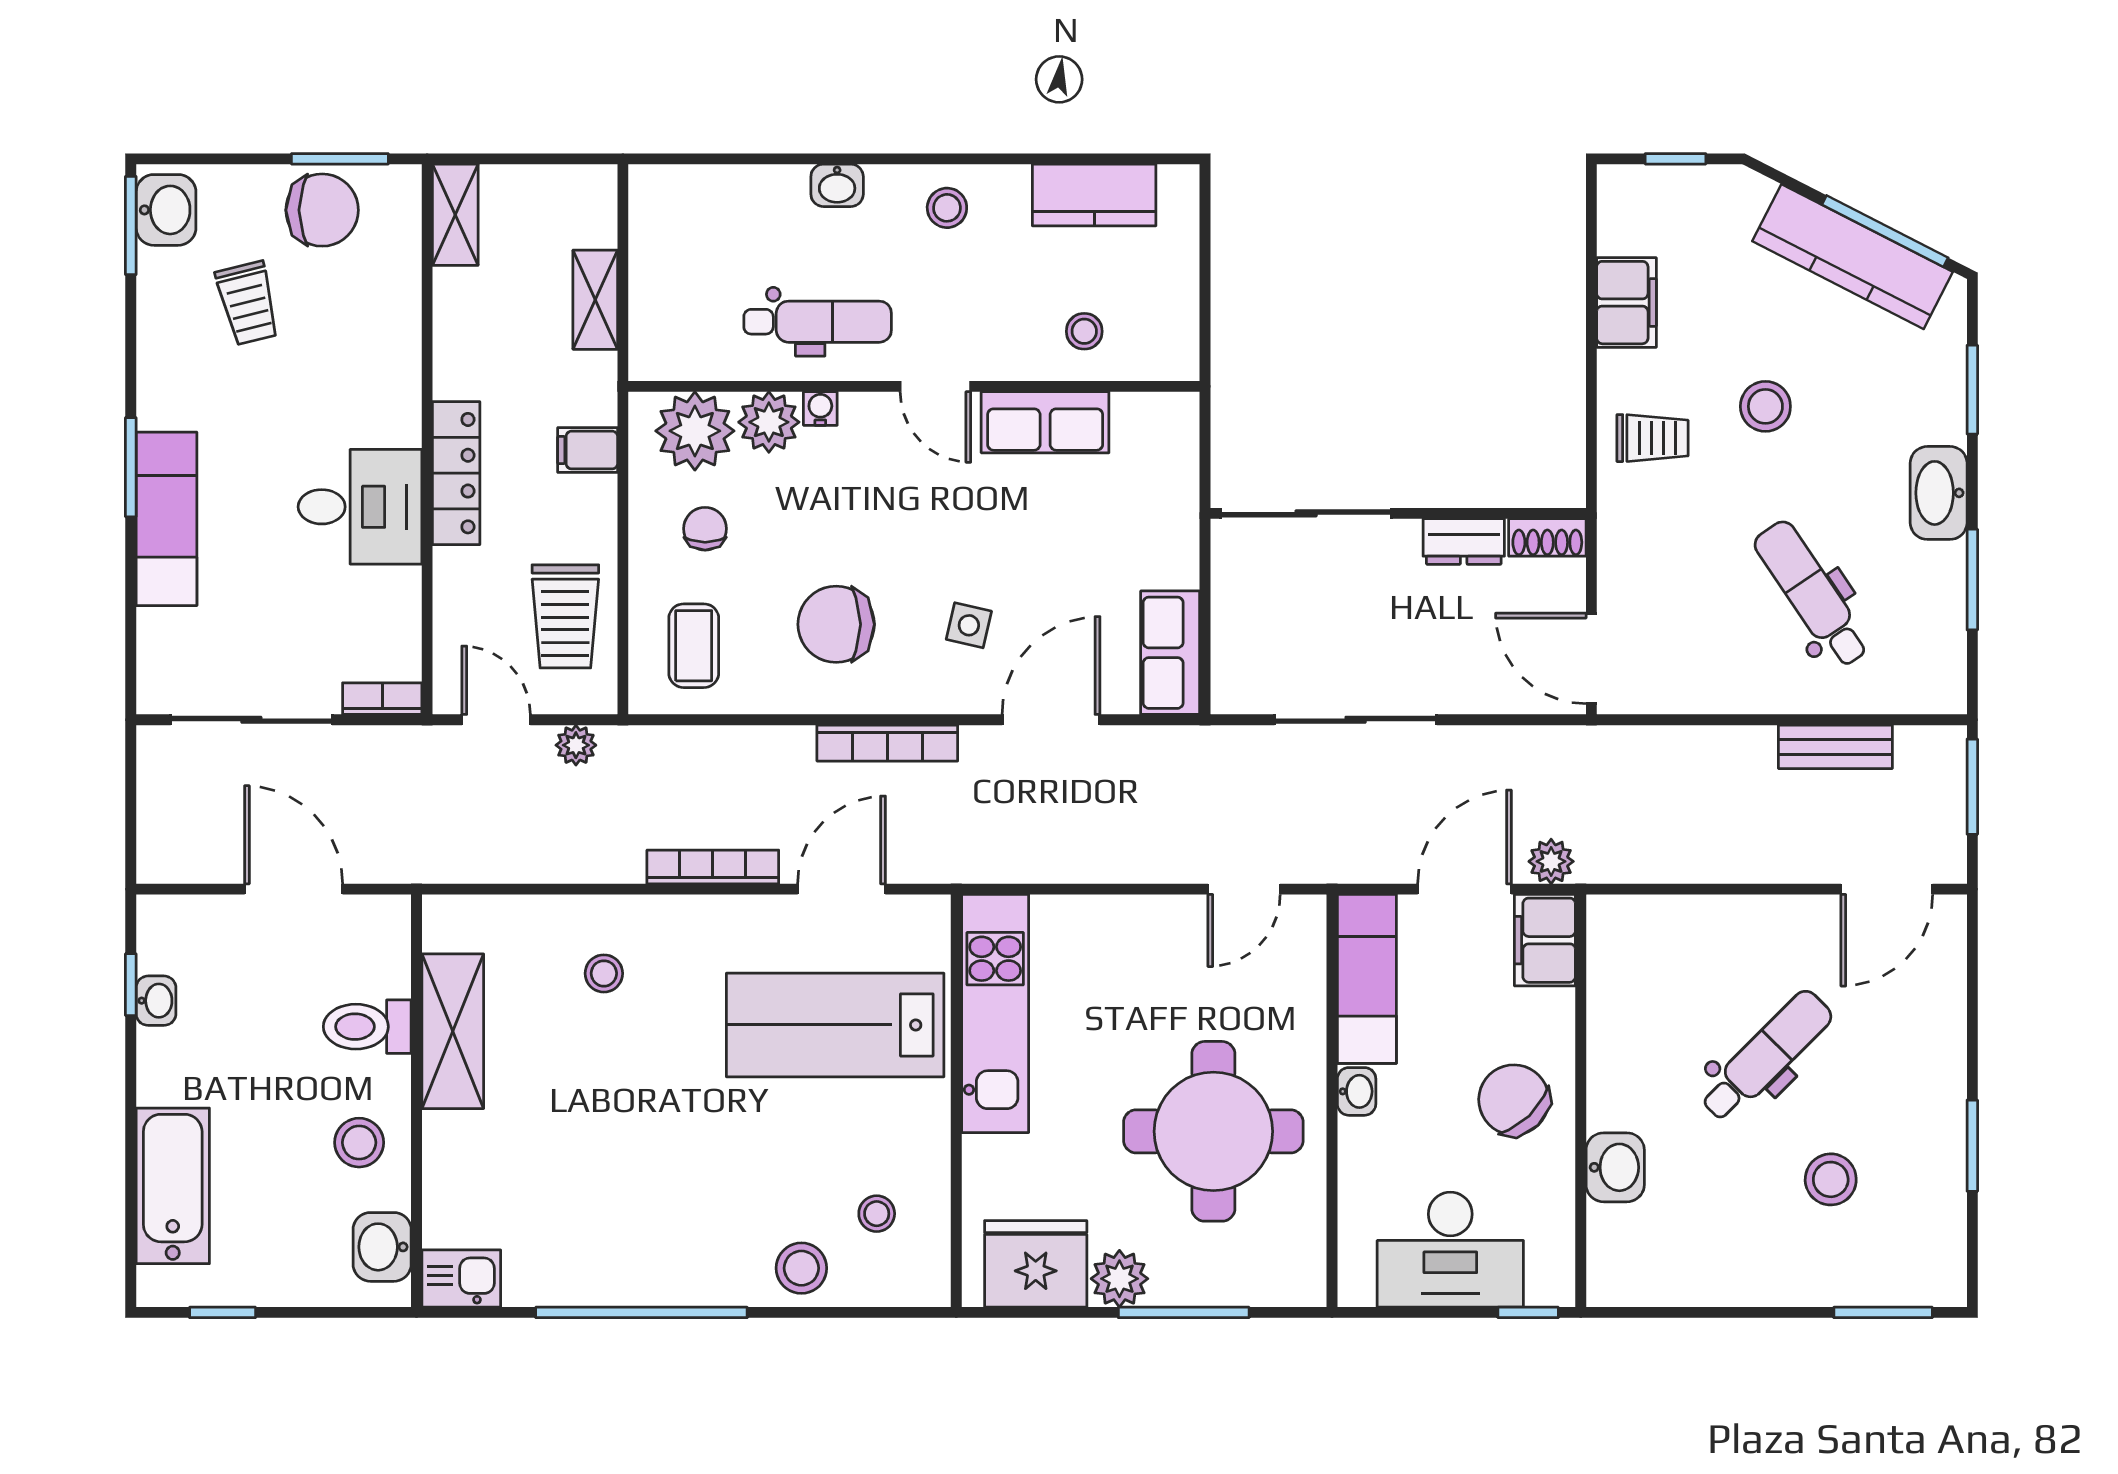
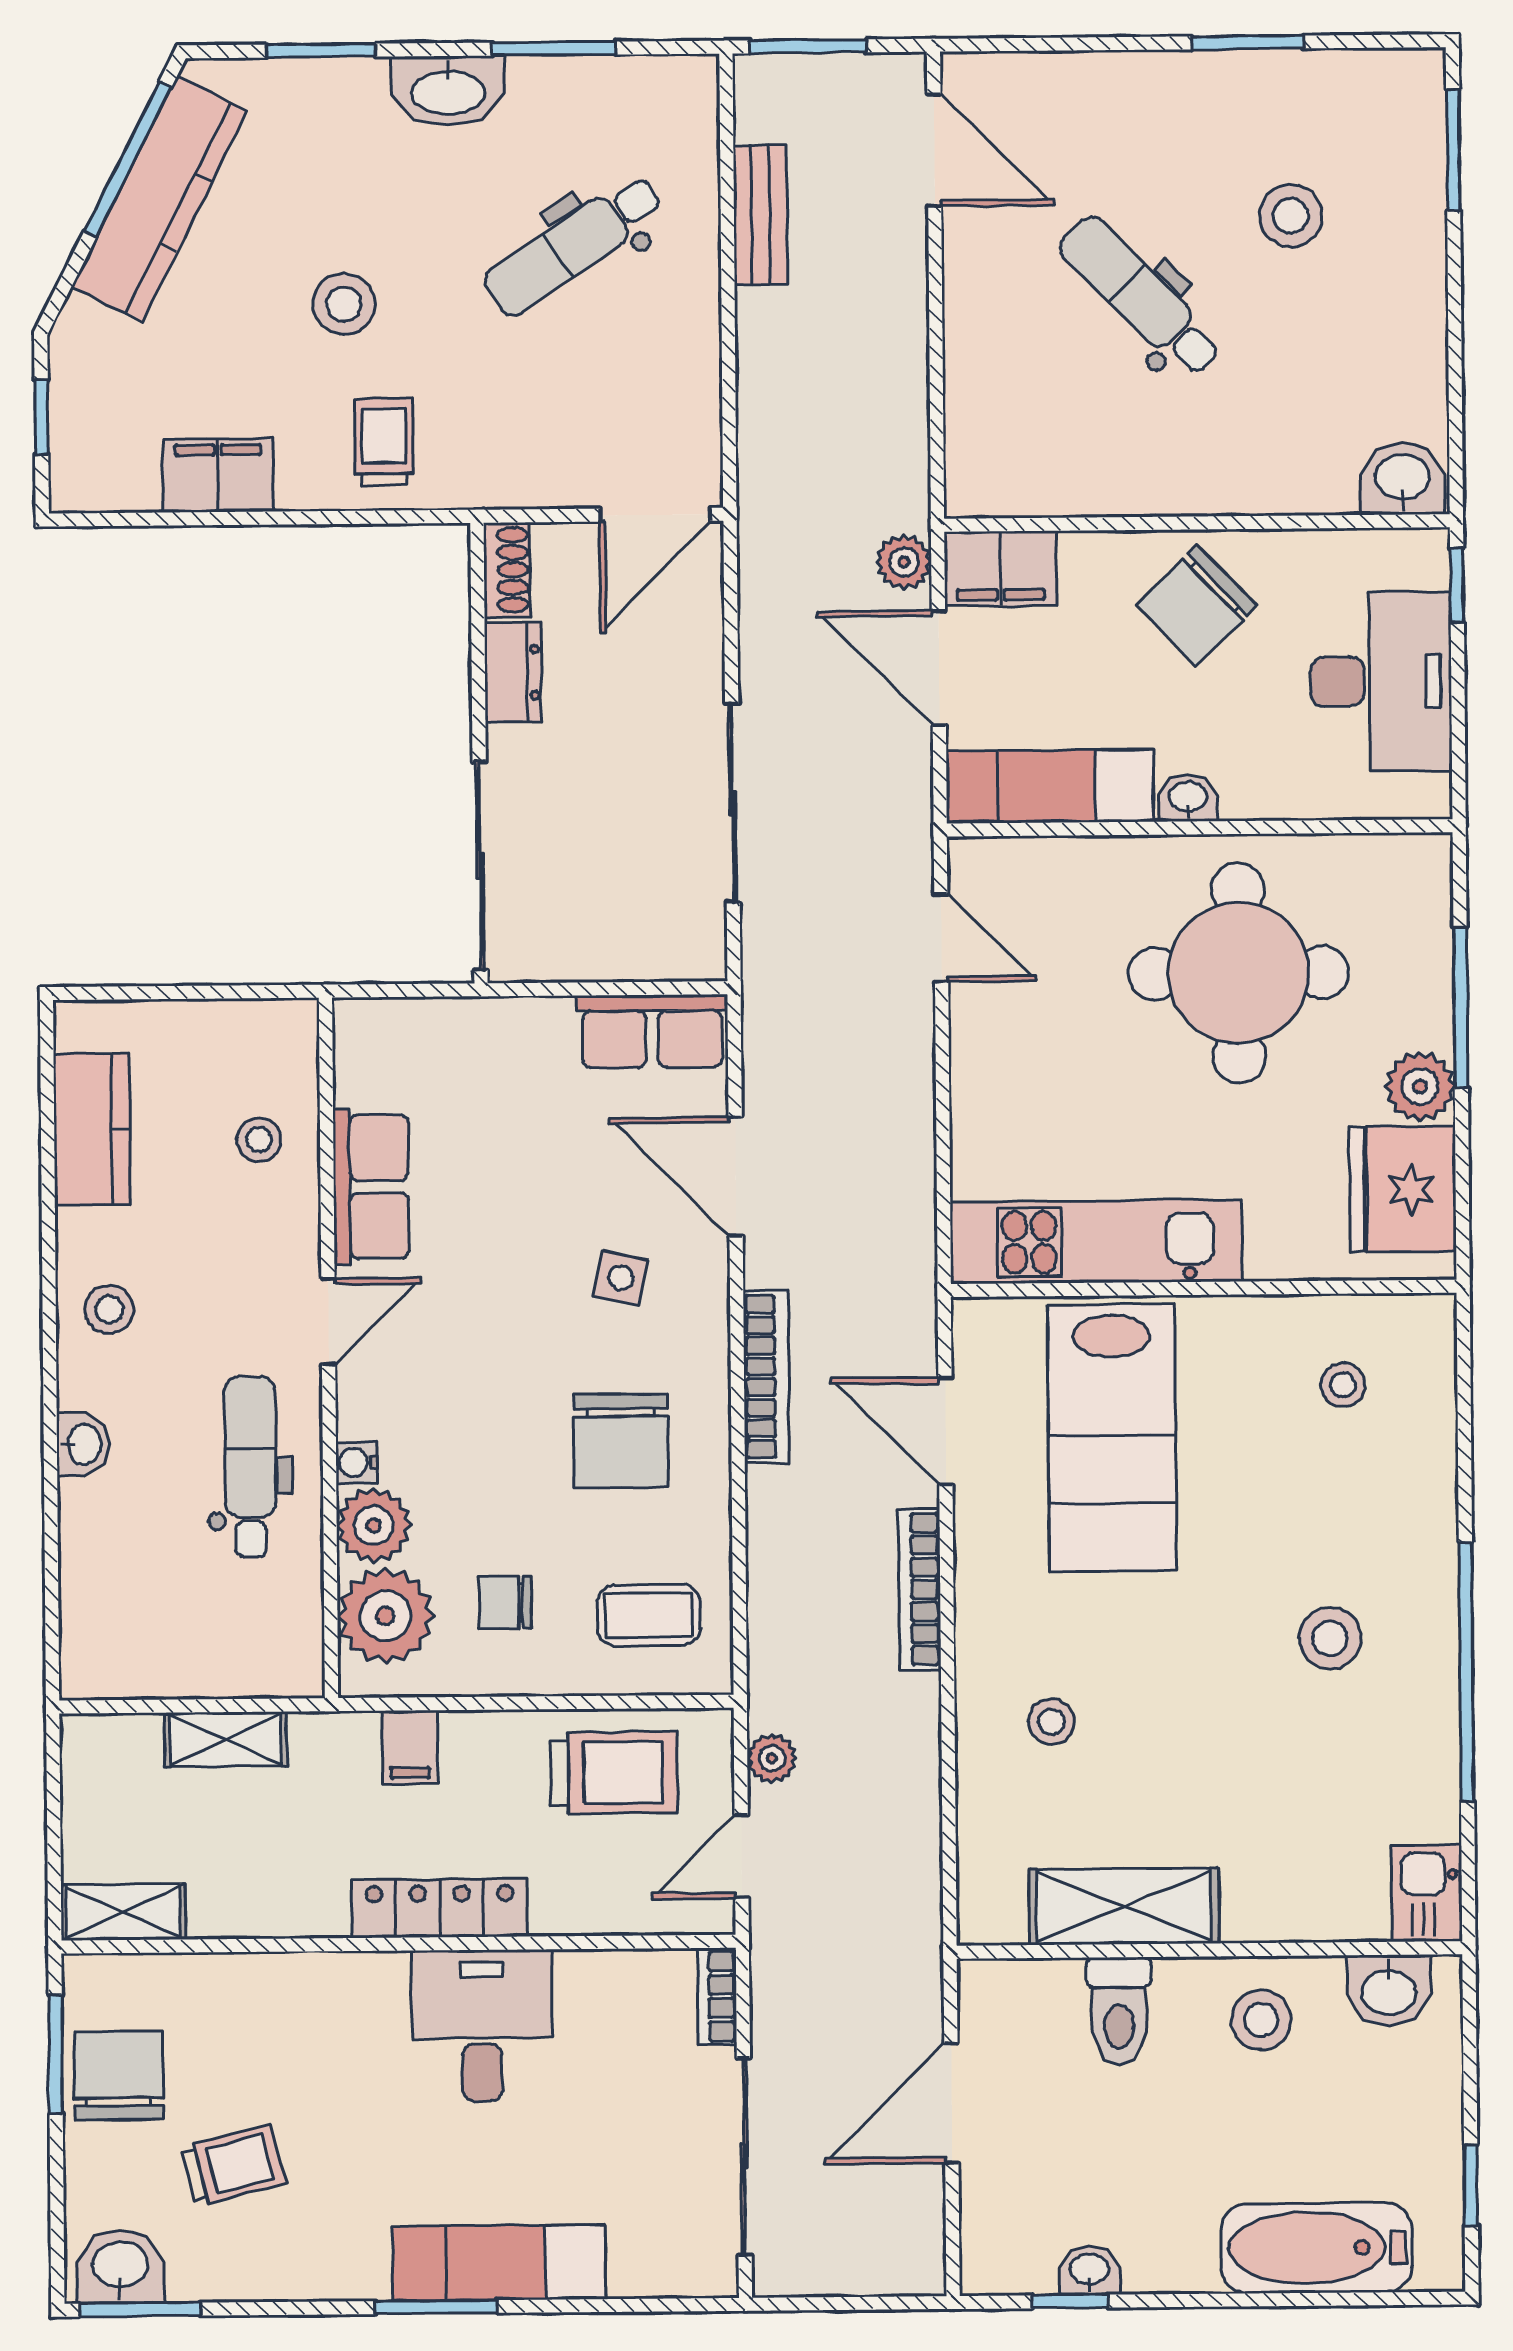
washbasin: (1615, 1167) -> (1402, 479), moved
stool: (801, 1268) -> (1330, 1638), moved

